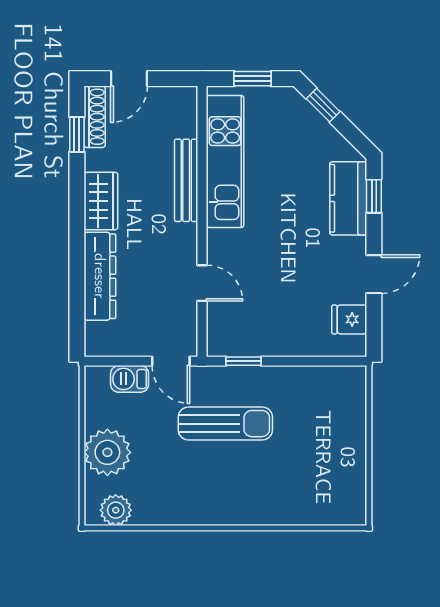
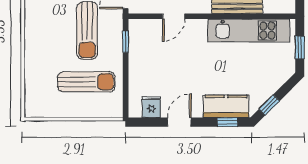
window: (323, 105) -> (269, 105), moved
door: (374, 274) -> (179, 122), swing flipped
sun lounger: (308, 425) -> (86, 82), added

